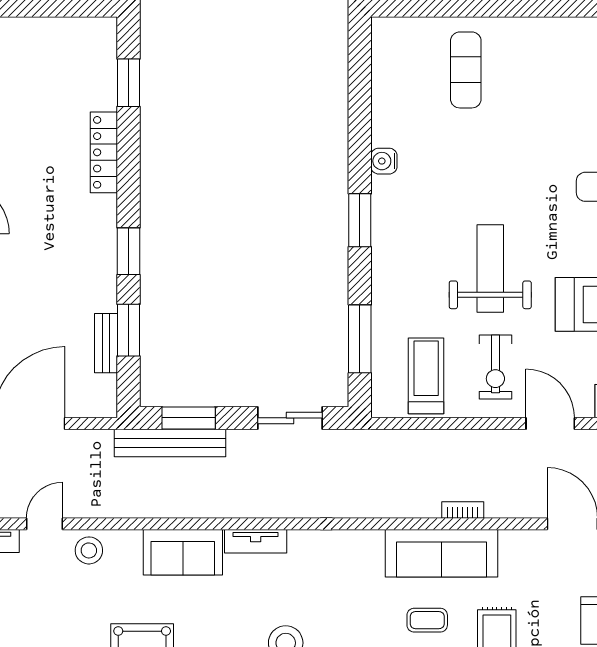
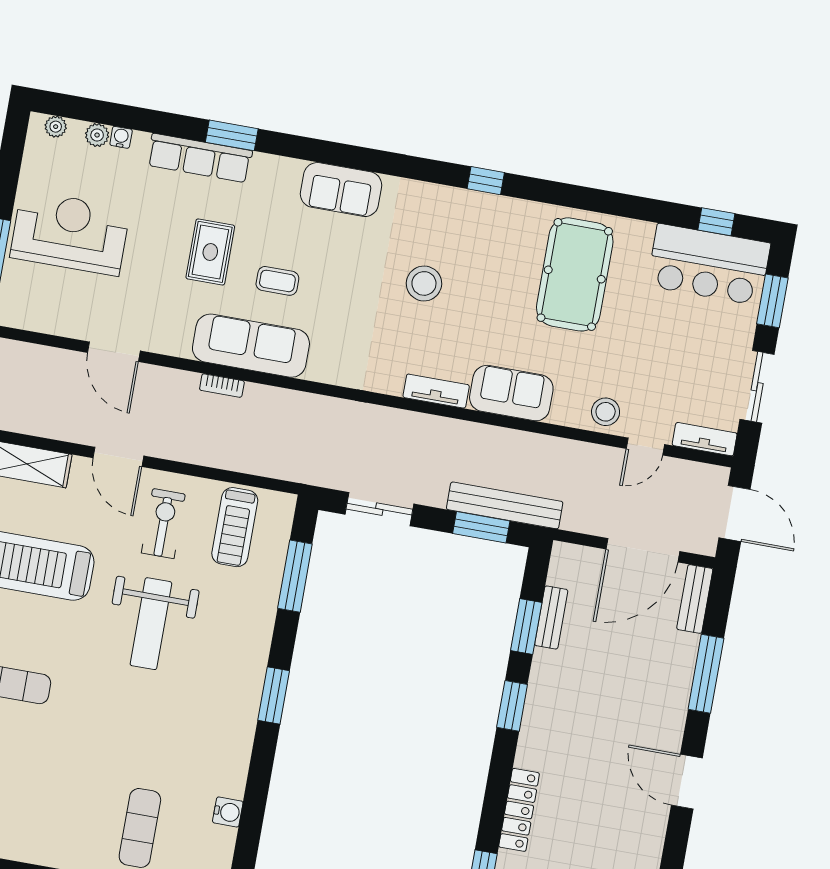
water cooler: (384, 161) -> (228, 812), moved

